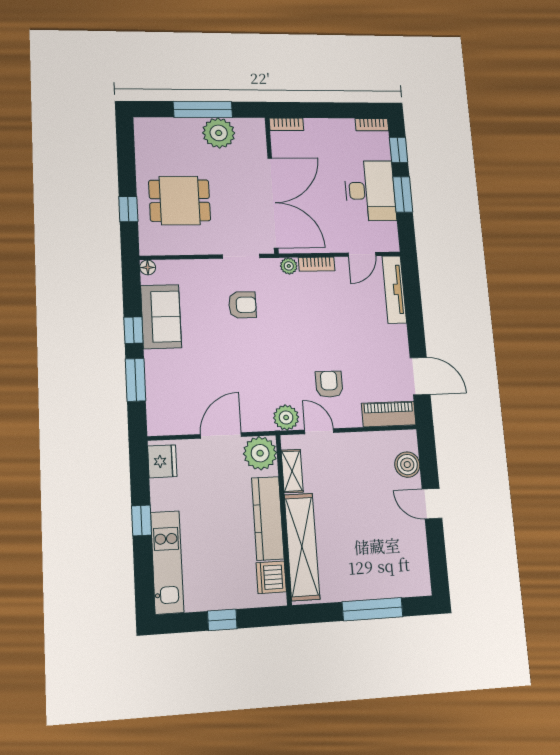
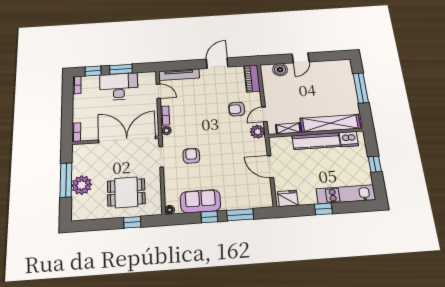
plant: (219, 133) -> (82, 185), moved
dining table: (180, 201) -> (126, 192), turned 90
door: (420, 376) -> (217, 63), moved
plant: (260, 453) -> (279, 145), removed

